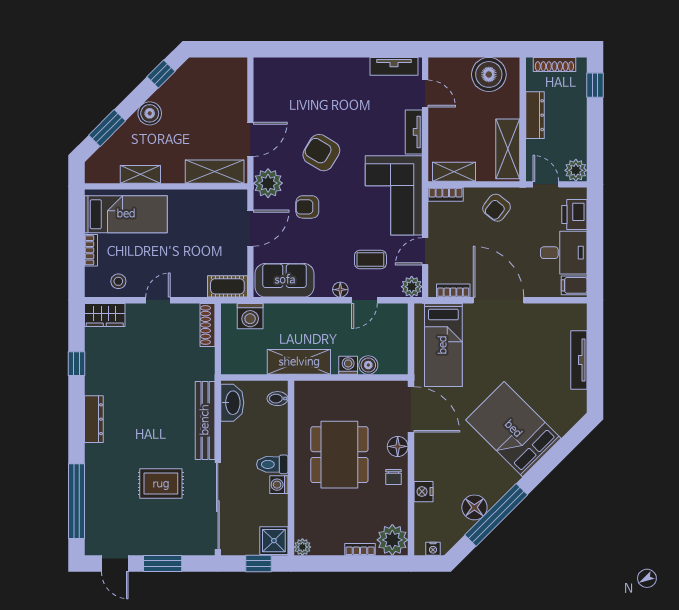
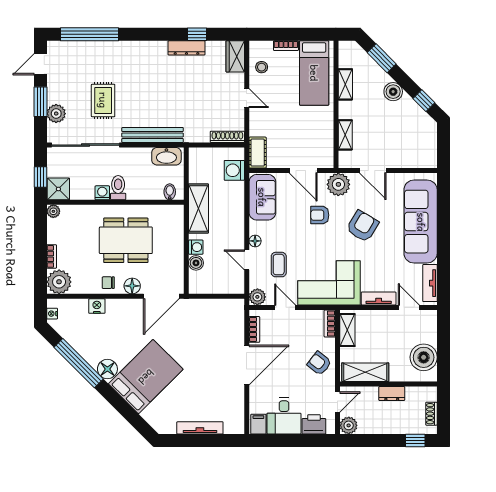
shoe rack: (554, 64) -> (431, 414), width x0.70
sofa: (315, 78) -> (421, 222), added
door: (425, 93) -> (409, 307), swing flipped
dresser: (535, 115) -> (392, 394), width x0.70
shelving: (215, 172) -> (345, 135), width x0.67, depth x0.75
armchair: (307, 207) -> (320, 215), turned -90
bed: (443, 345) -> (212, 322), removed
dresser: (94, 419) -> (186, 48), moved
floor lamp: (474, 507) -> (107, 369), moved
plant: (178, 543) -> (56, 114), added

